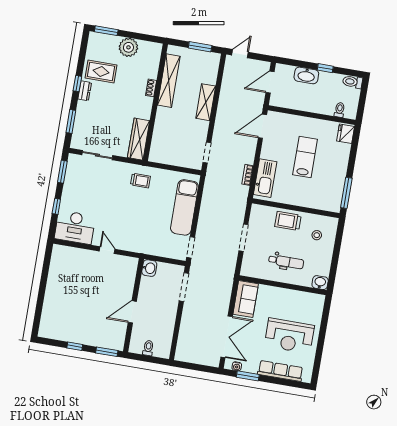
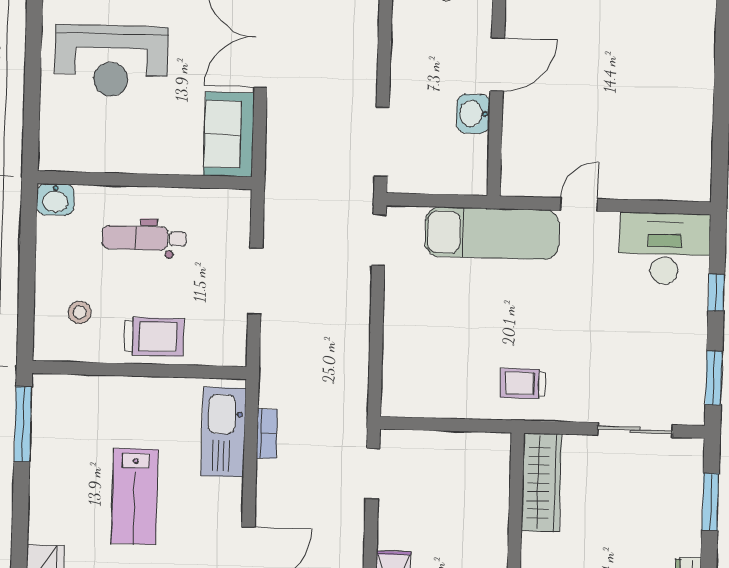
exam couch: (184, 207) -> (492, 233), moved, turned 90
door: (107, 250) -> (579, 205), swing flipped
washbasin: (149, 268) -> (473, 114), moved
reception desk: (289, 336) -> (111, 61), turned 180

